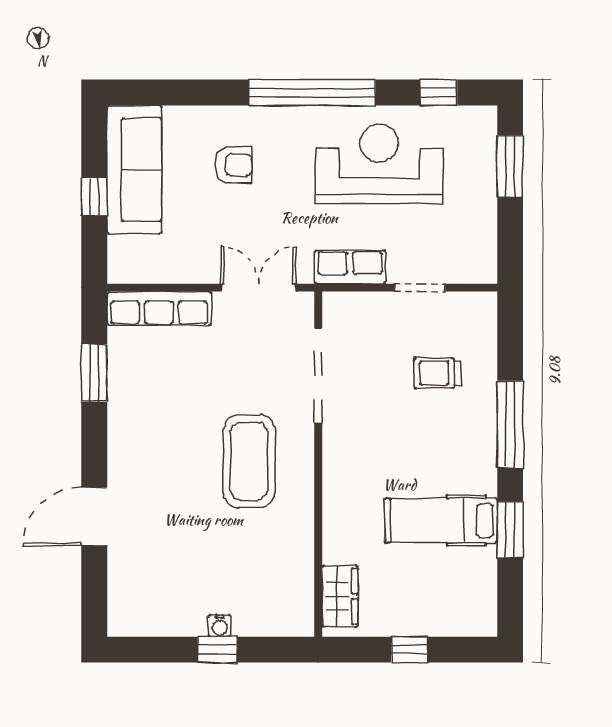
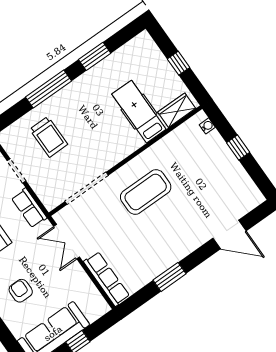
window: (94, 373) -> (170, 277), moved
trolley: (437, 373) -> (49, 137), width x1.36, depth x1.39
door: (94, 516) -> (230, 235), moved
hospital bed: (441, 521) -> (139, 112), moved, turned 180
water cooler: (220, 626) -> (207, 126), moved

